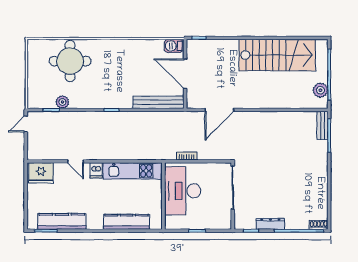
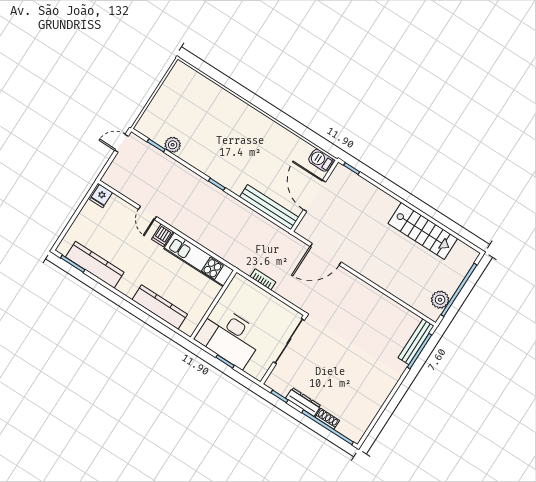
stairs: (277, 55) -> (423, 231), width x0.73, depth x0.66
round table: (70, 61) -> (207, 109), removed
bench: (322, 125) -> (416, 342), width x1.36
fridge: (41, 173) -> (101, 196), width x0.53, depth x0.75
desk: (183, 191) -> (230, 337), moved, turned -90
shoe rack: (319, 225) -> (327, 419), moved

